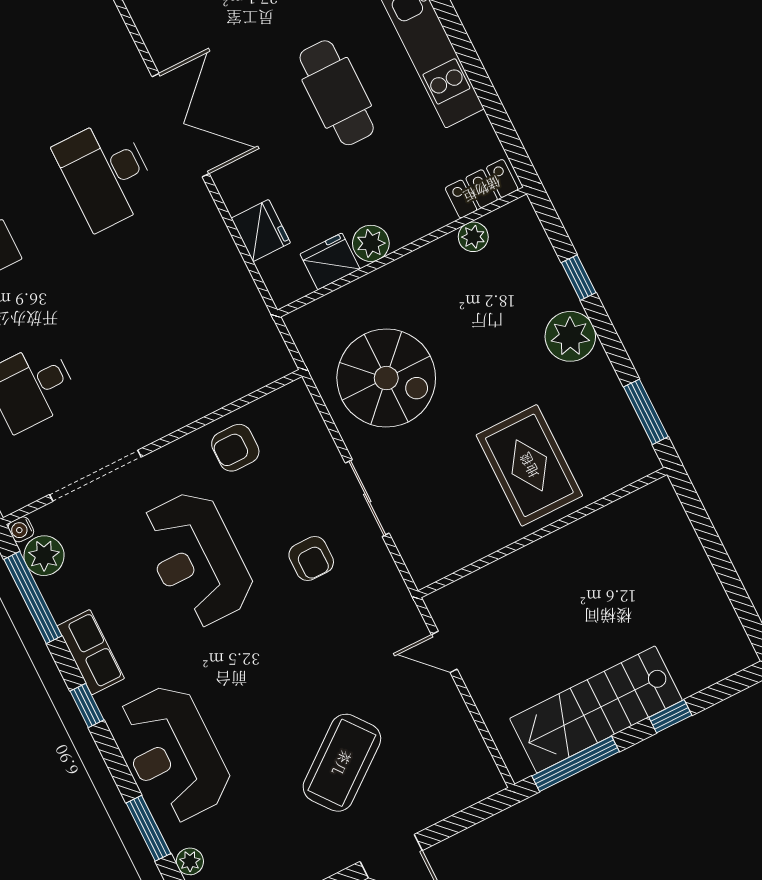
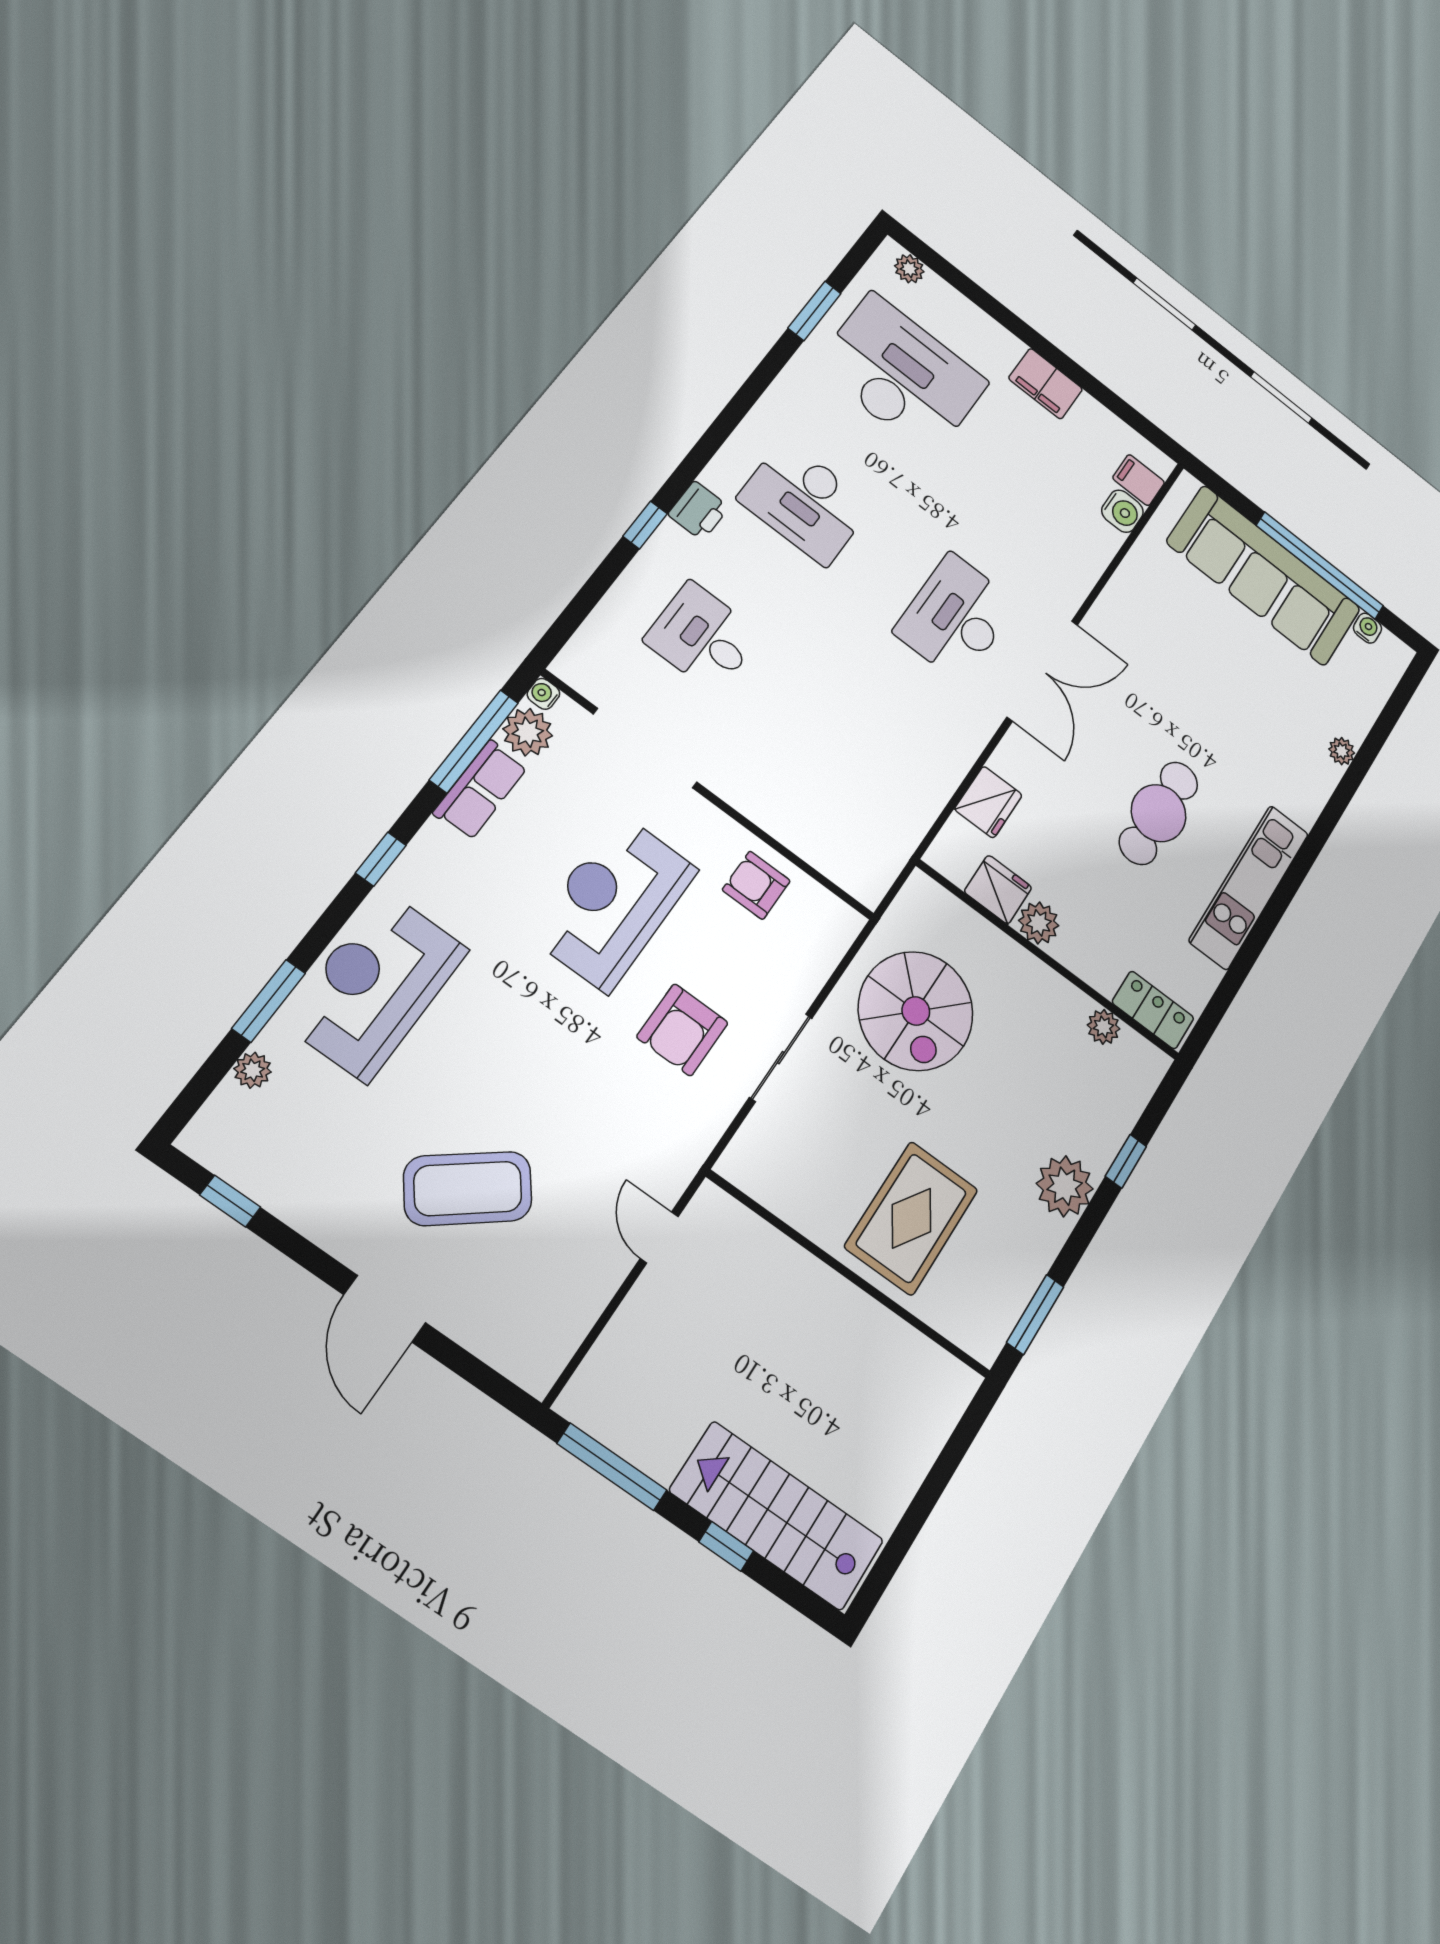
armchair: (311, 559) -> (682, 1030), width x1.38, depth x1.38
row of seats: (91, 652) -> (480, 790), moved
stairs: (596, 709) -> (777, 1516), moved

